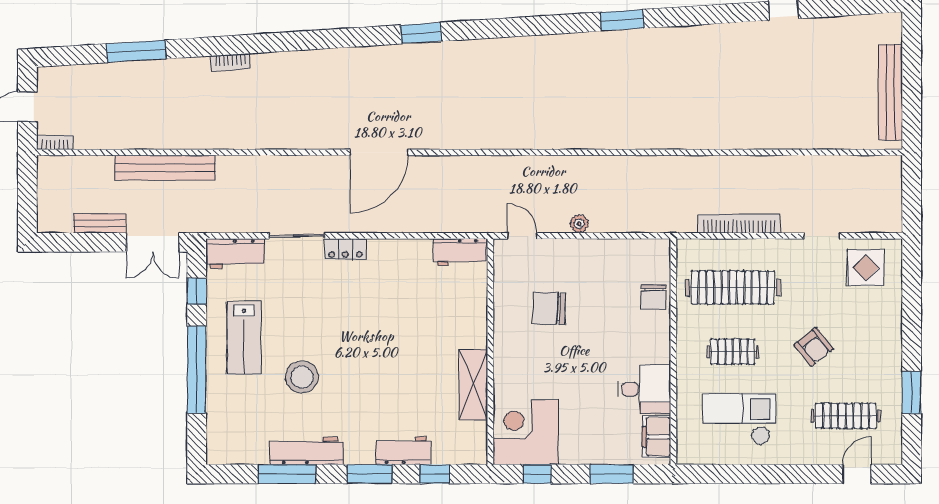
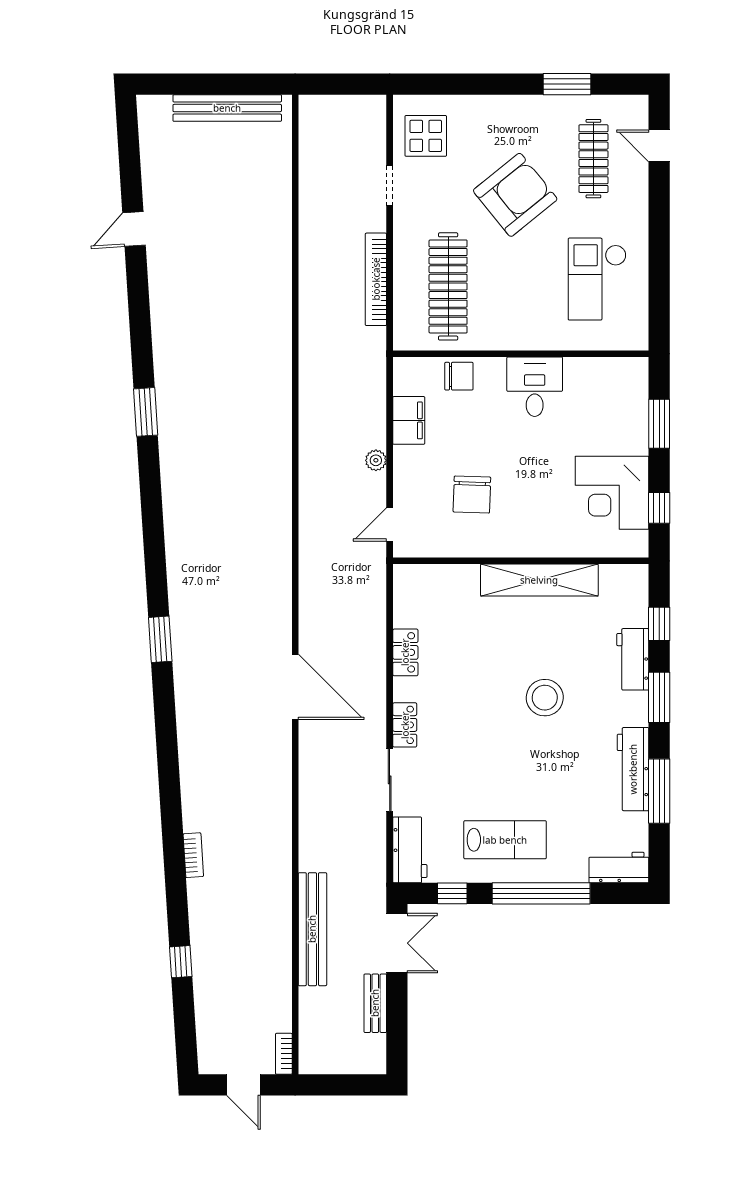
window: (136, 51) -> (181, 962), width x0.46
locker: (410, 250) -> (405, 652), added
workbench: (460, 252) -> (619, 868), moved, turned -90
armchair: (814, 347) -> (515, 195), width x1.88, depth x1.88
clothes rail: (733, 352) -> (521, 286), removed
stool: (302, 377) -> (545, 698), moved
shelving: (473, 385) -> (539, 580), width x1.47
desk: (644, 389) -> (535, 387), moved
corner desk: (526, 432) -> (612, 493), moved
filing cabinet: (657, 437) -> (409, 420), moved, turned -90

